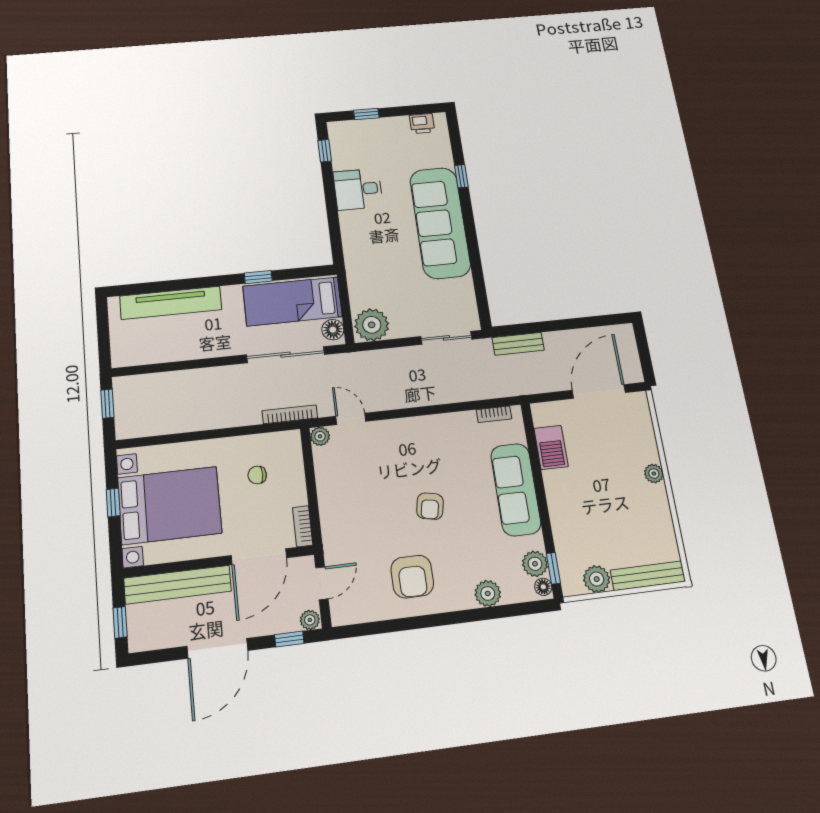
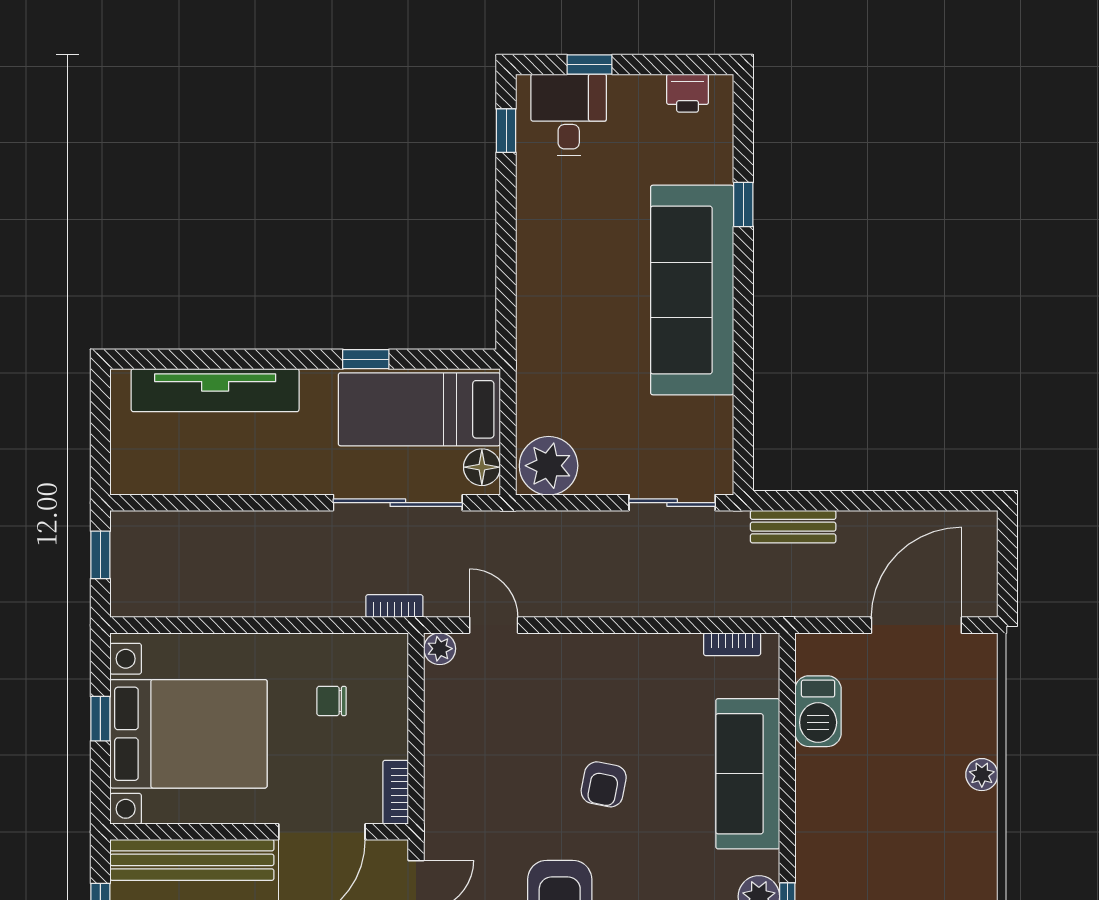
desk: (358, 189) -> (569, 115), moved, turned 90
bookcase: (290, 414) -> (394, 606), width x0.64

